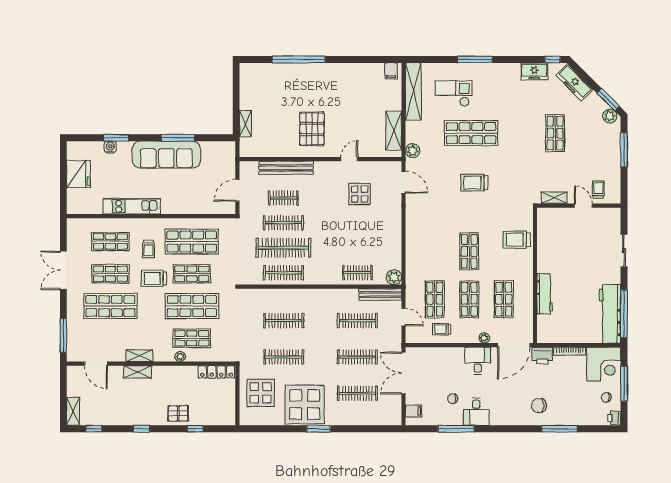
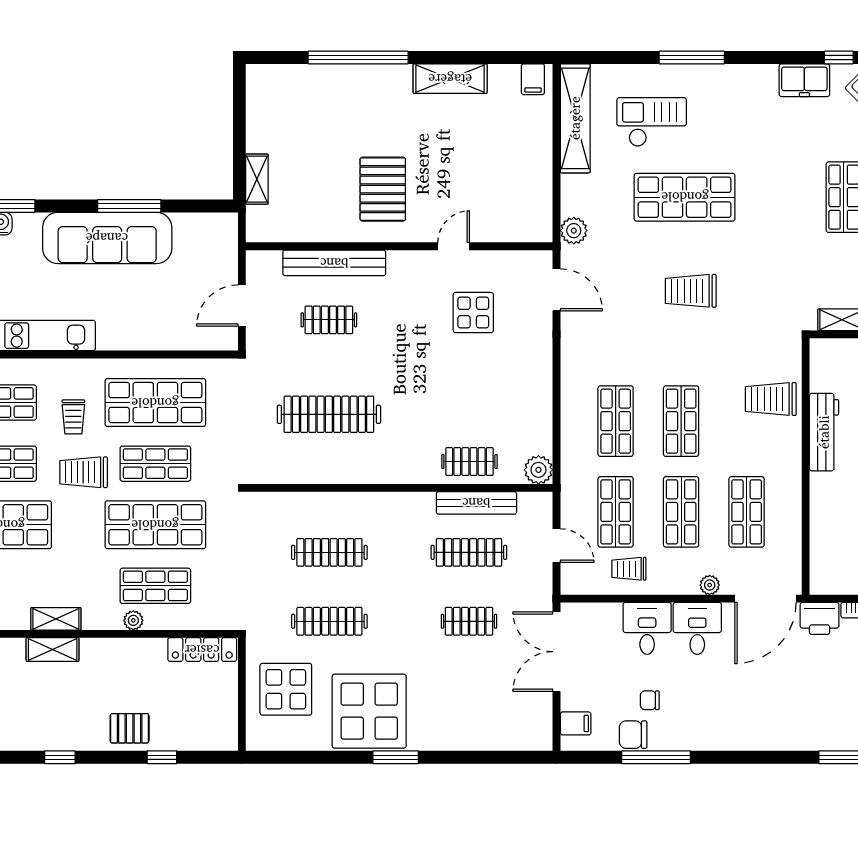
shelving: (394, 131) -> (450, 79), moved, turned 90
clothes rail: (283, 223) -> (329, 367), removed
shop shelf: (435, 251) -> (616, 421), added
clothes rail: (283, 273) -> (329, 462), removed
workbench: (545, 294) -> (824, 432), moved
bench: (380, 295) -> (476, 503), moved
clothes rail: (357, 357) -> (469, 621), width x0.73
clothes rail: (357, 393) -> (469, 690), removed
chair: (539, 406) -> (633, 735), moved
desk: (476, 412) -> (647, 628), moved, turned 180

